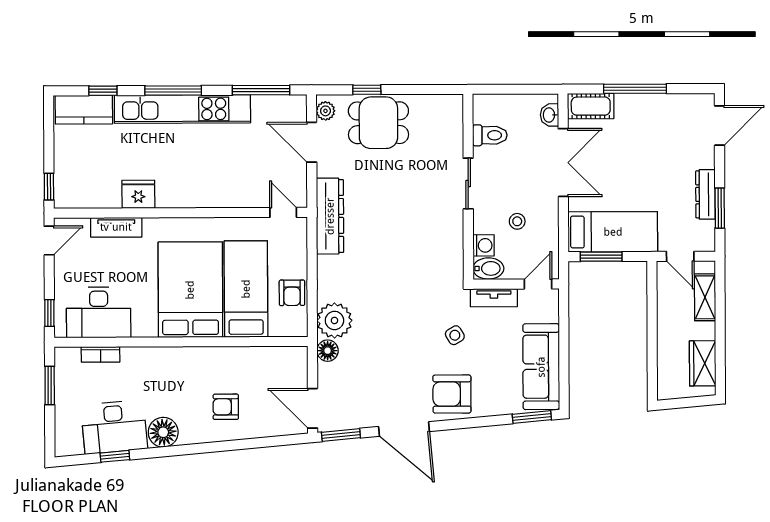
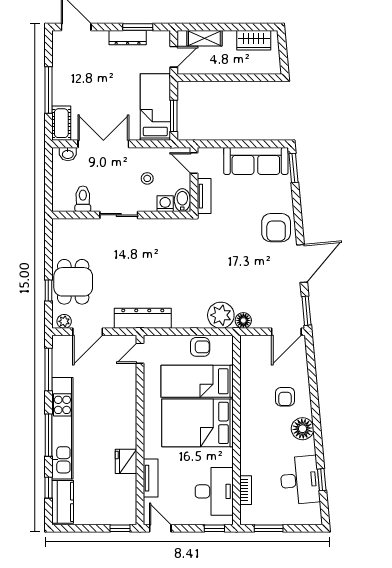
side table: (455, 335) -> (232, 225), removed
floor lamp: (163, 432) -> (303, 429), moved

